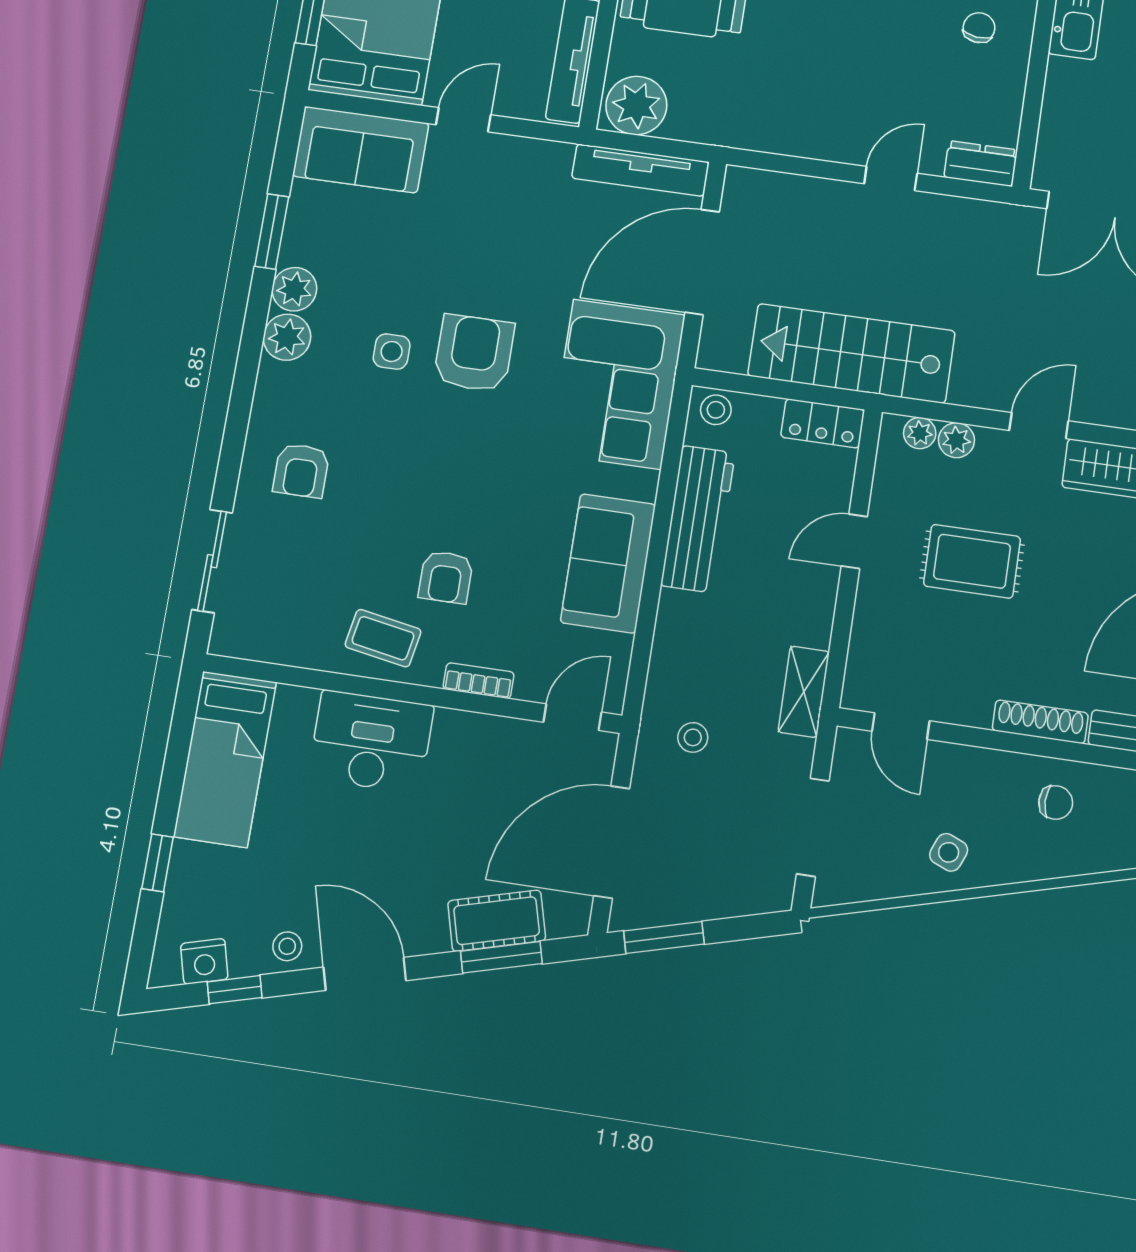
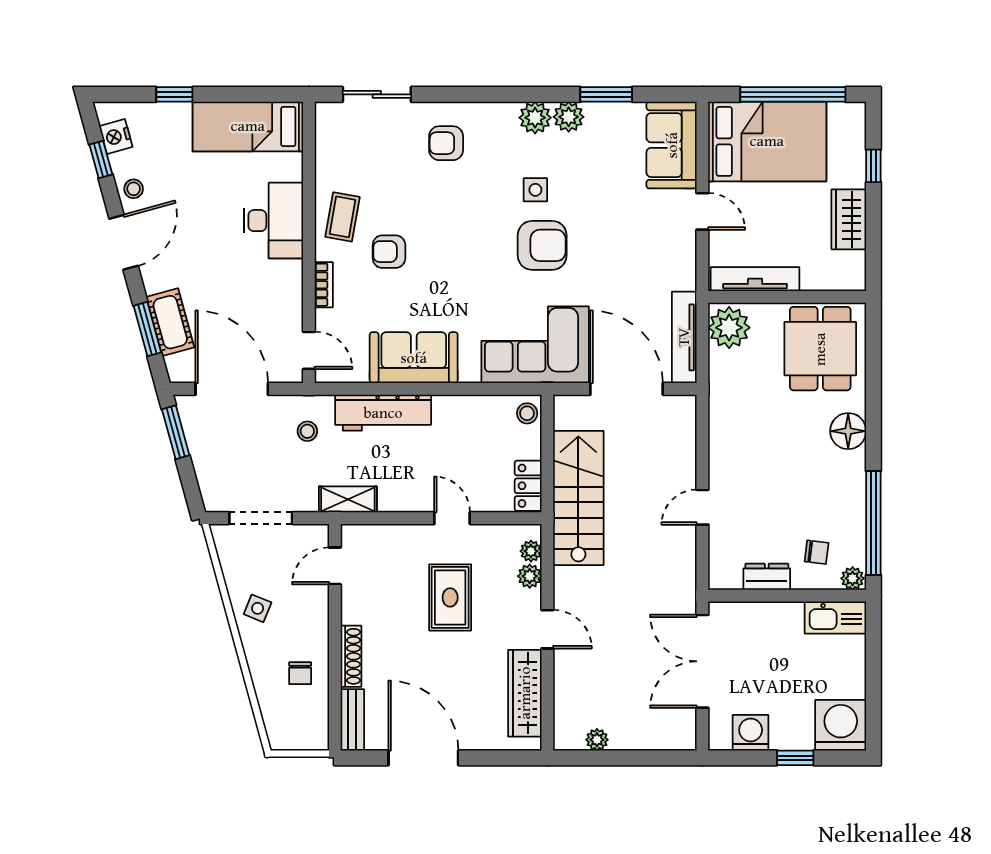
dresser: (981, 164) -> (767, 577), moved, turned -90
door: (891, 178) -> (702, 507), swing flipped
workbench: (698, 519) -> (383, 413), moved

